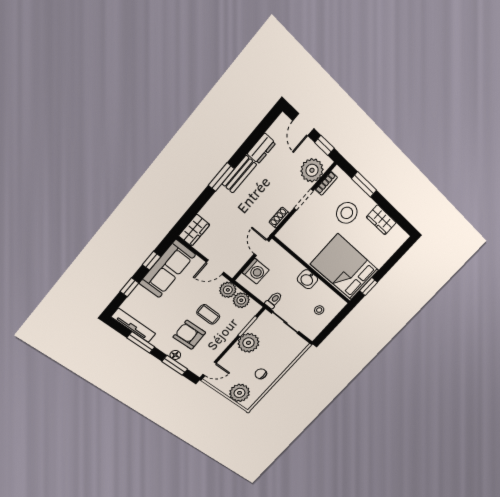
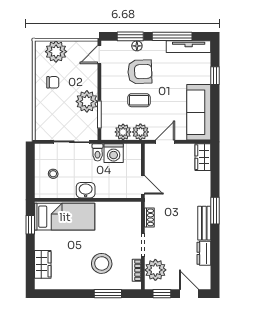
wardrobe: (381, 220) -> (43, 264), moved, turned 90
window: (152, 261) -> (215, 109), removed
bed: (345, 267) -> (65, 217), width x0.67
washing machine: (256, 271) -> (114, 153), moved, turned -90
window: (141, 342) -> (172, 36), width x1.44

